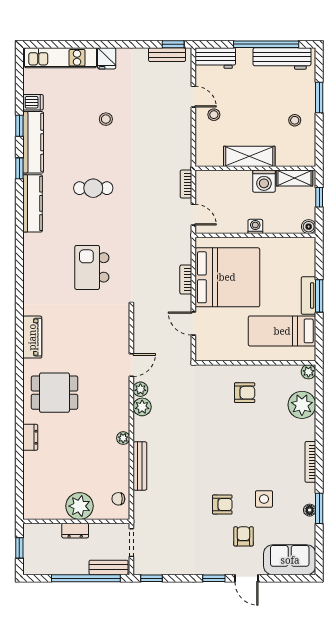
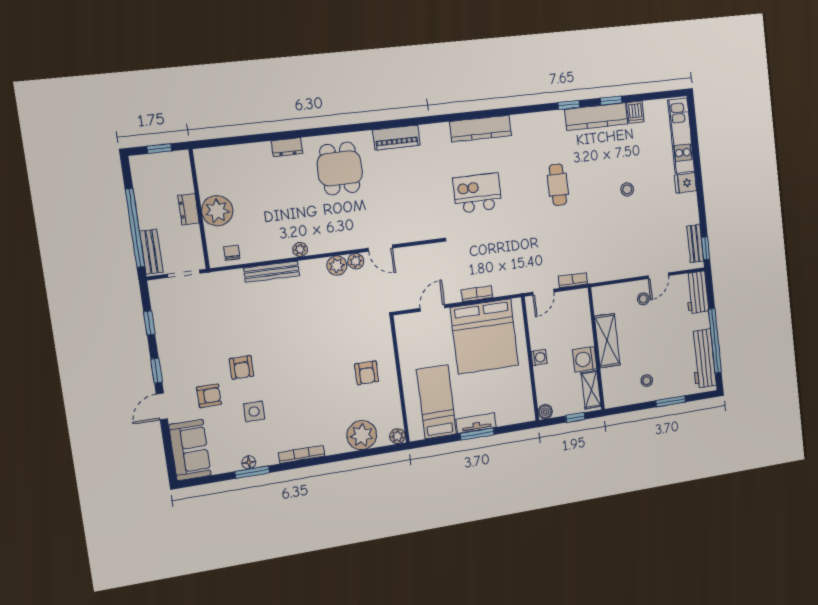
kitchen counter: (32, 203) -> (481, 129), moved
window: (152, 578) -> (149, 323), moved

